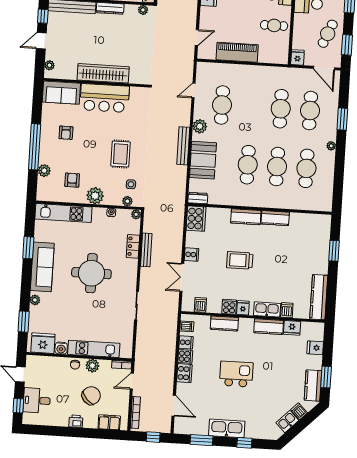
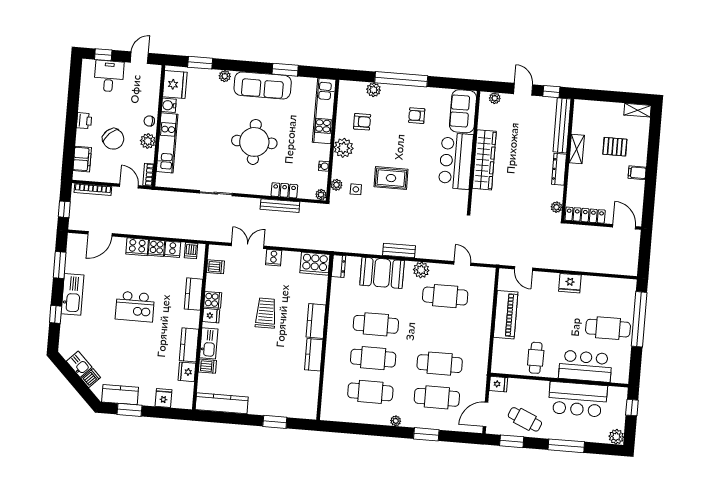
bench: (183, 146) -> (399, 251), width x0.73
kitchen island: (236, 374) -> (135, 307), turned 90

